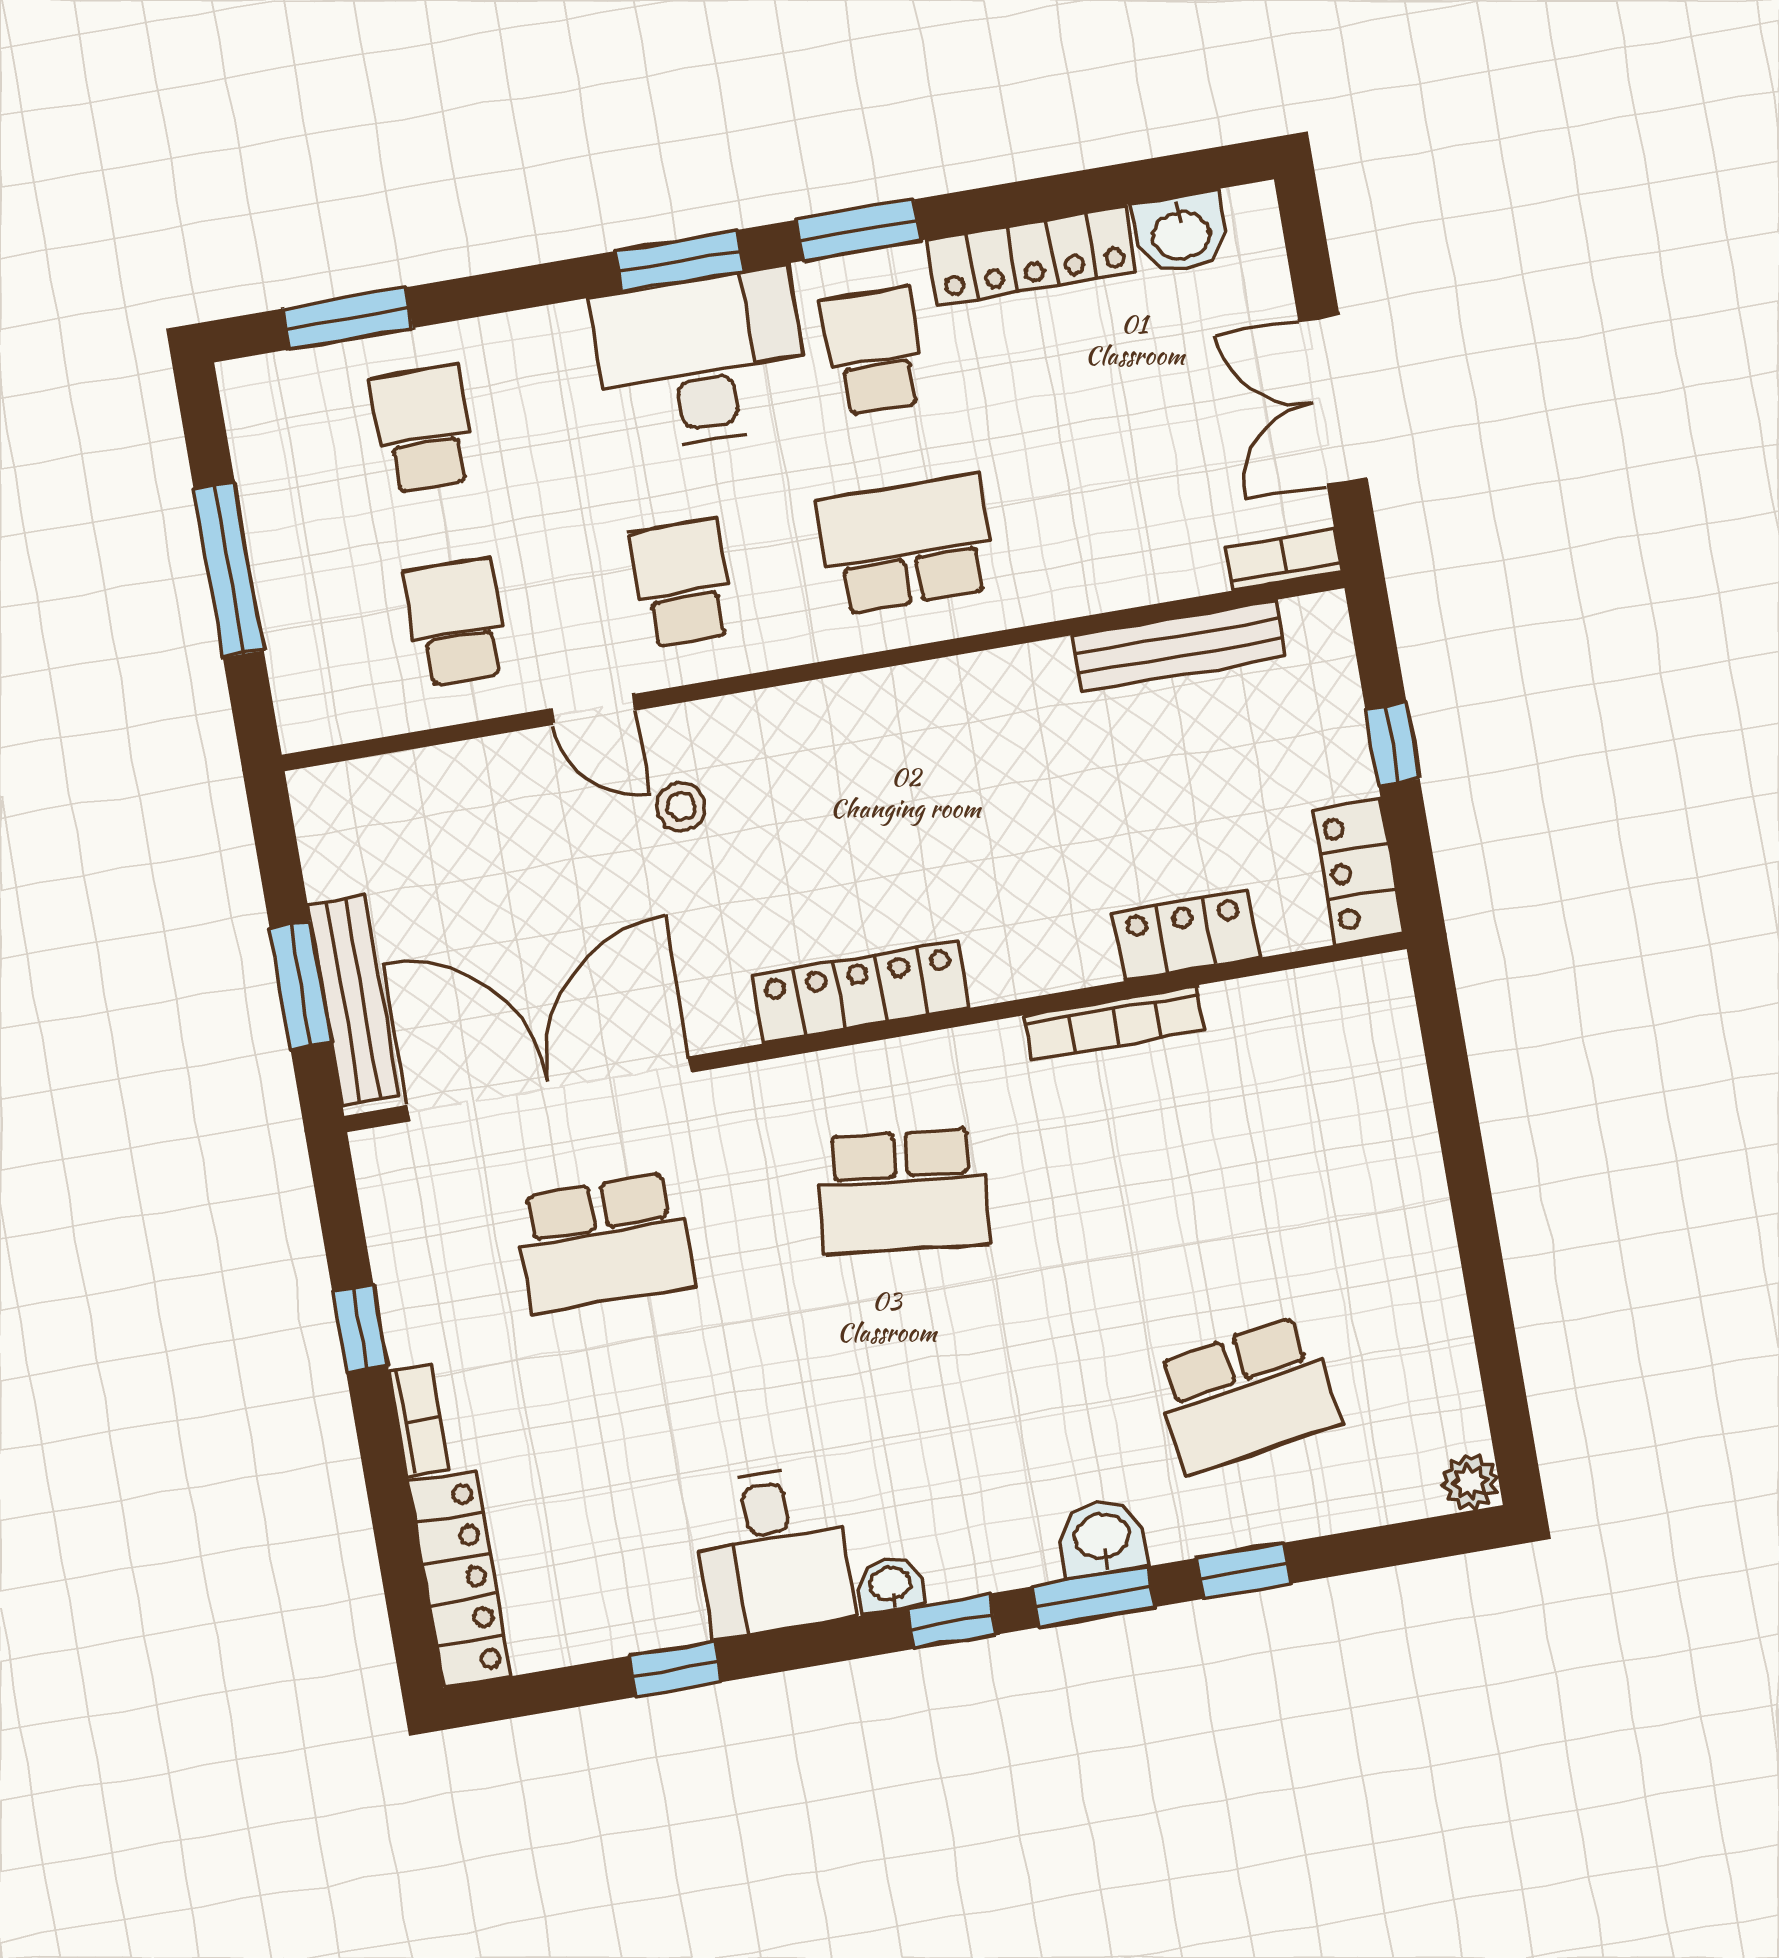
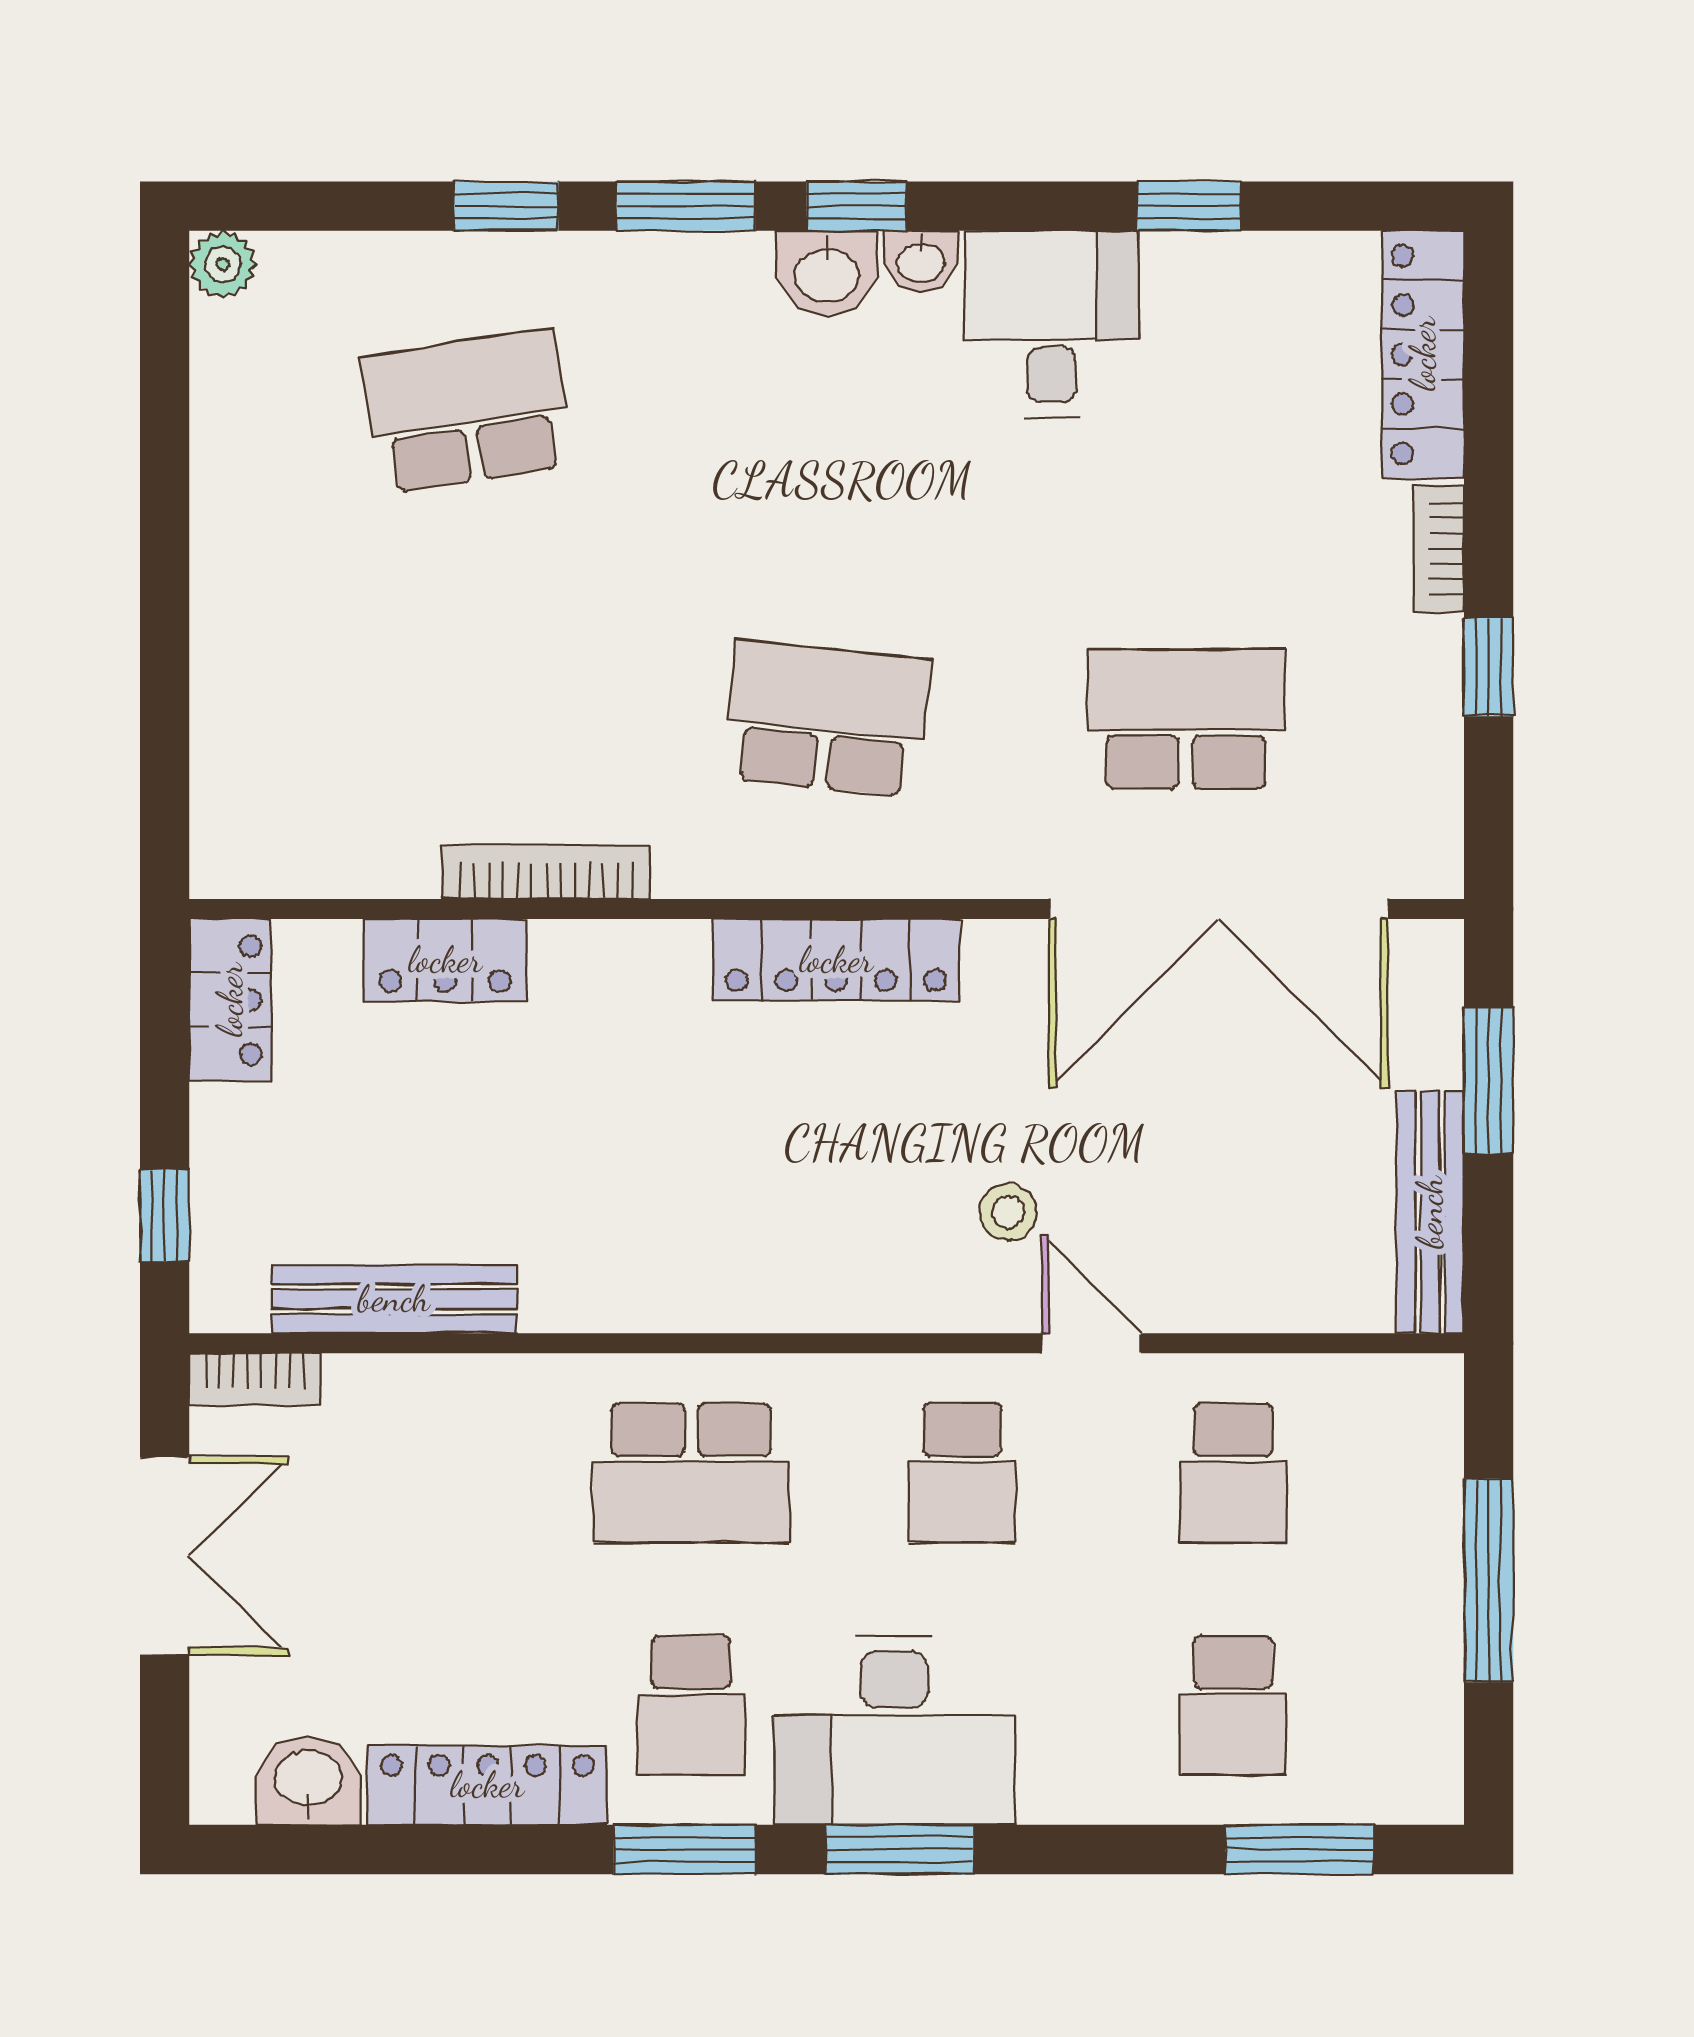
window: (1392, 744) -> (165, 1216), moved
bench: (353, 1001) -> (1430, 1212), moved
washbasin: (1102, 1538) -> (827, 273), moved

